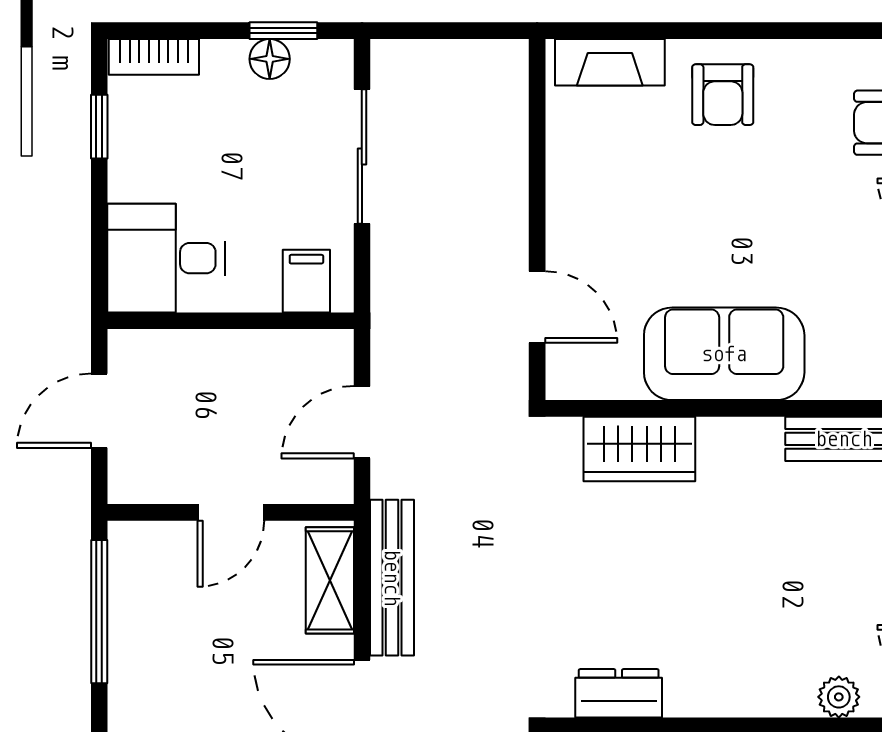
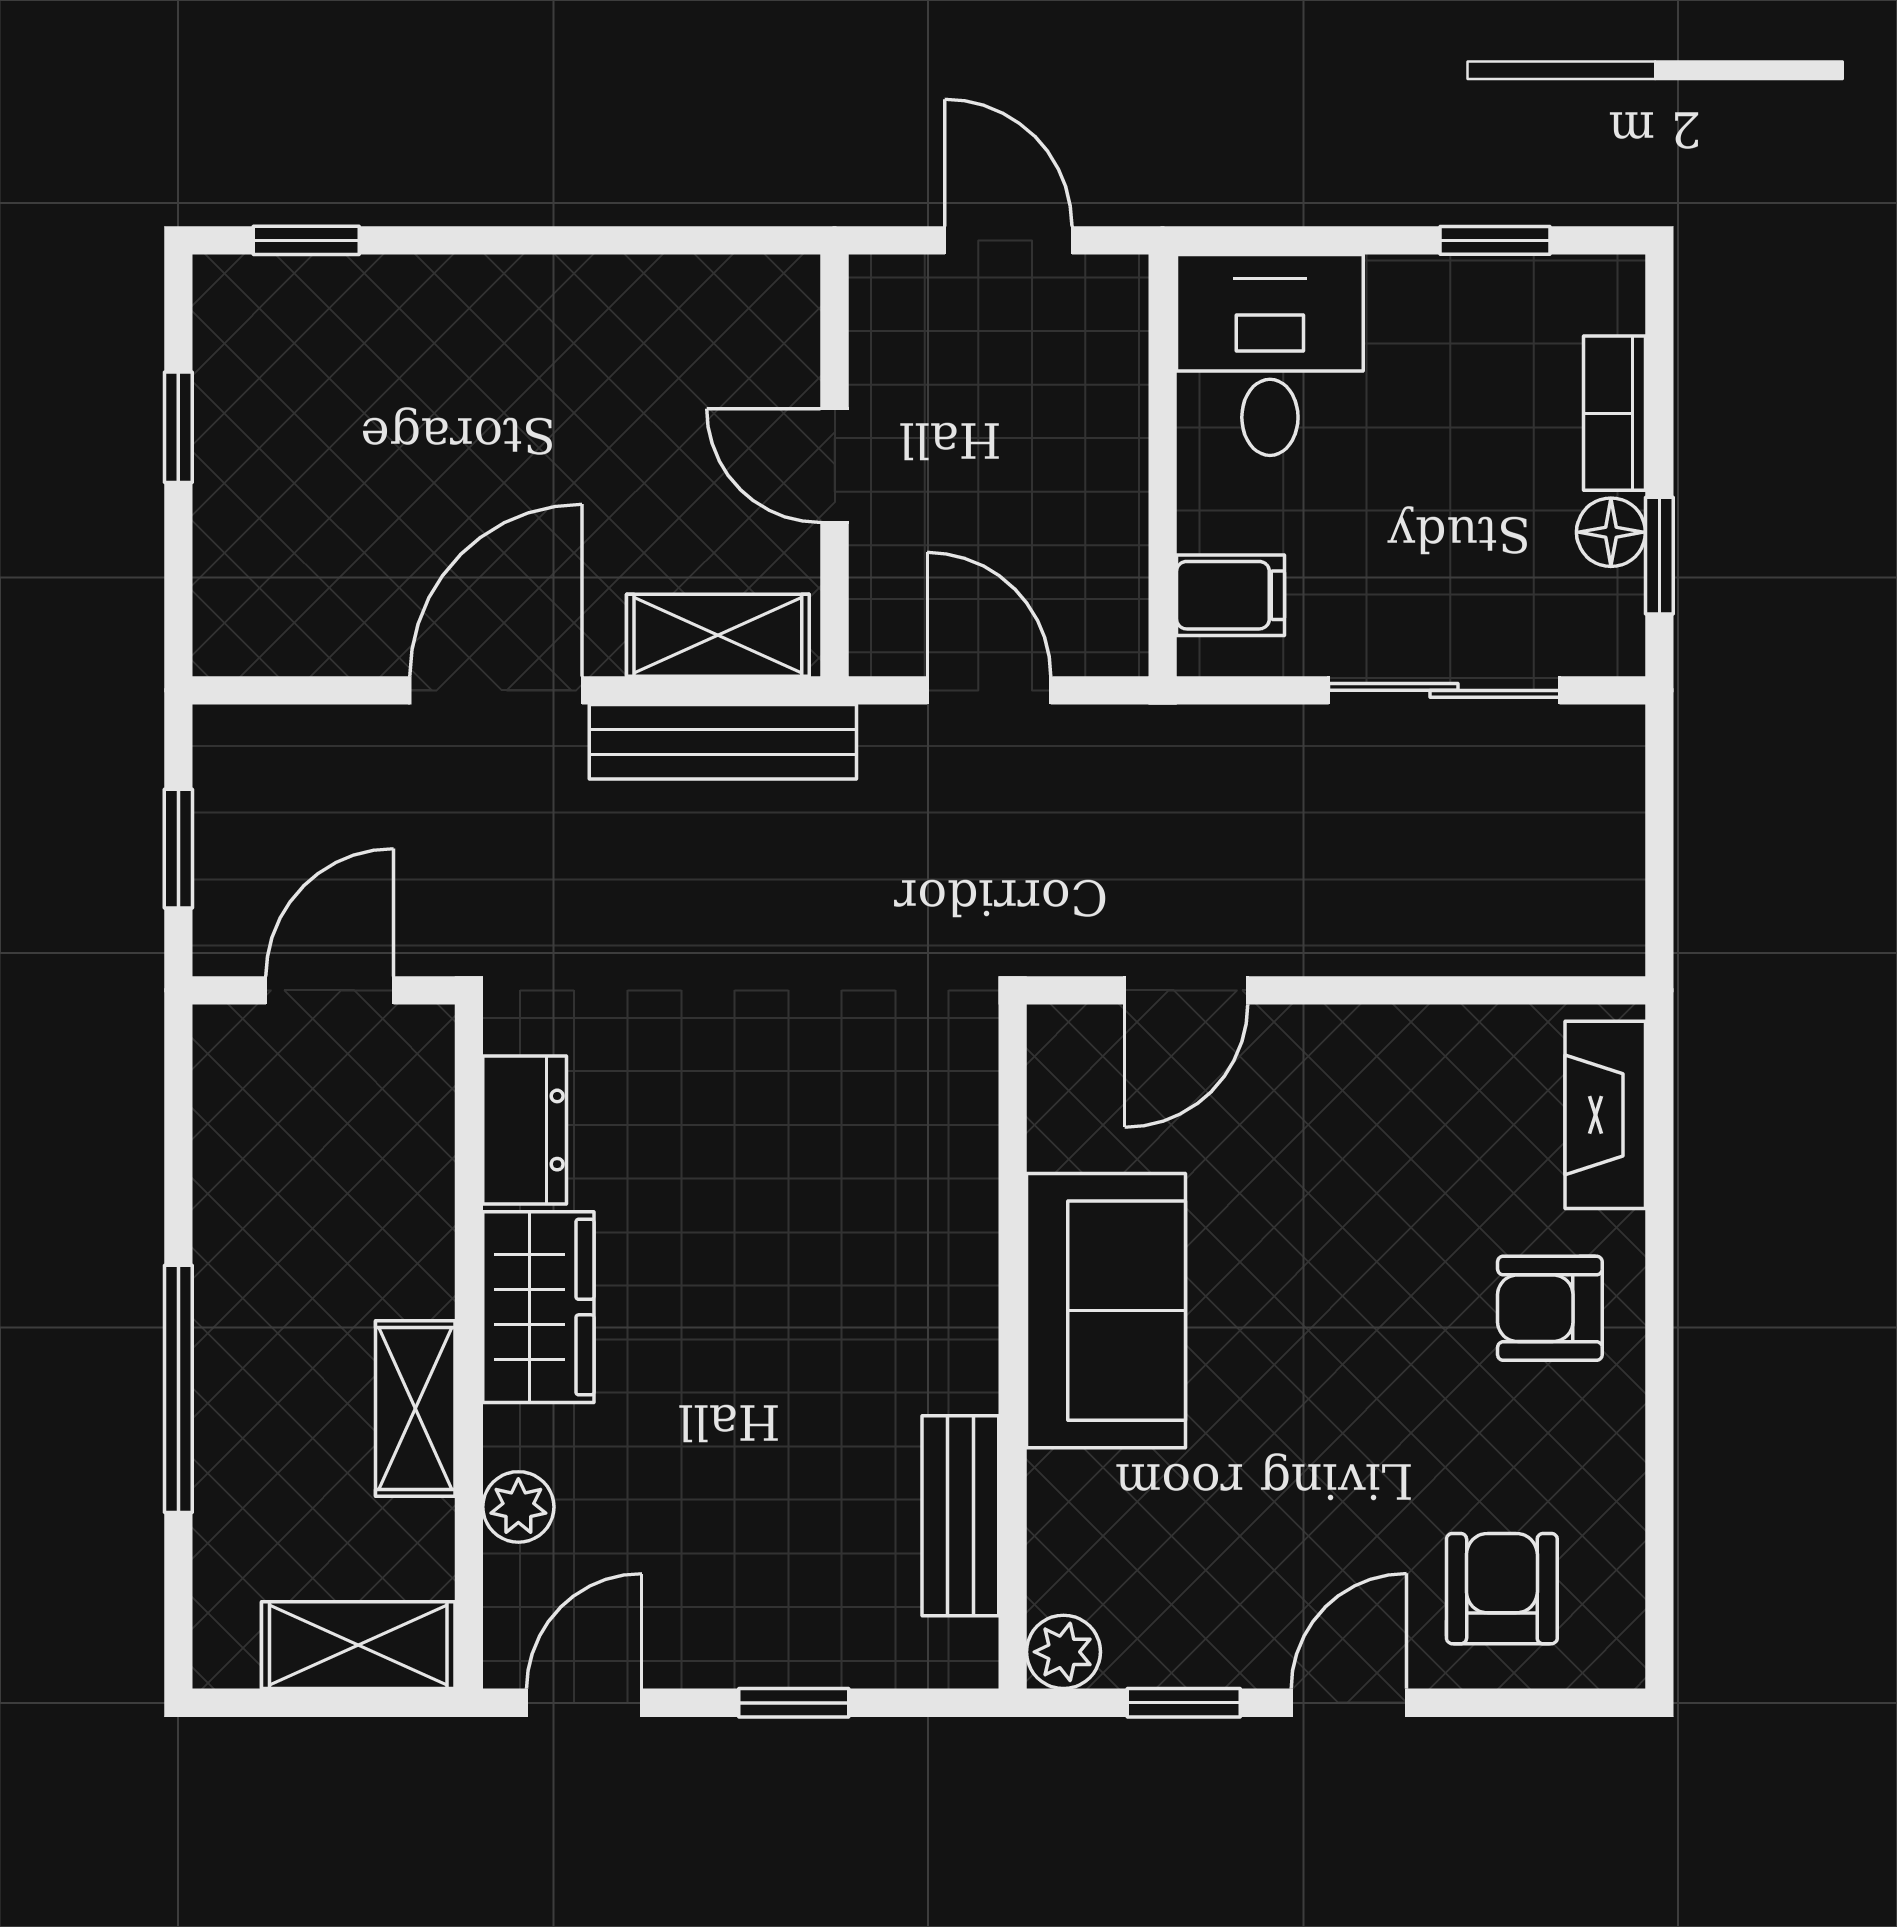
bookcase: (154, 57) -> (1614, 413), moved
wardrobe: (639, 449) -> (538, 1307), moved, turned 180
window: (99, 612) -> (665, 240), removed

